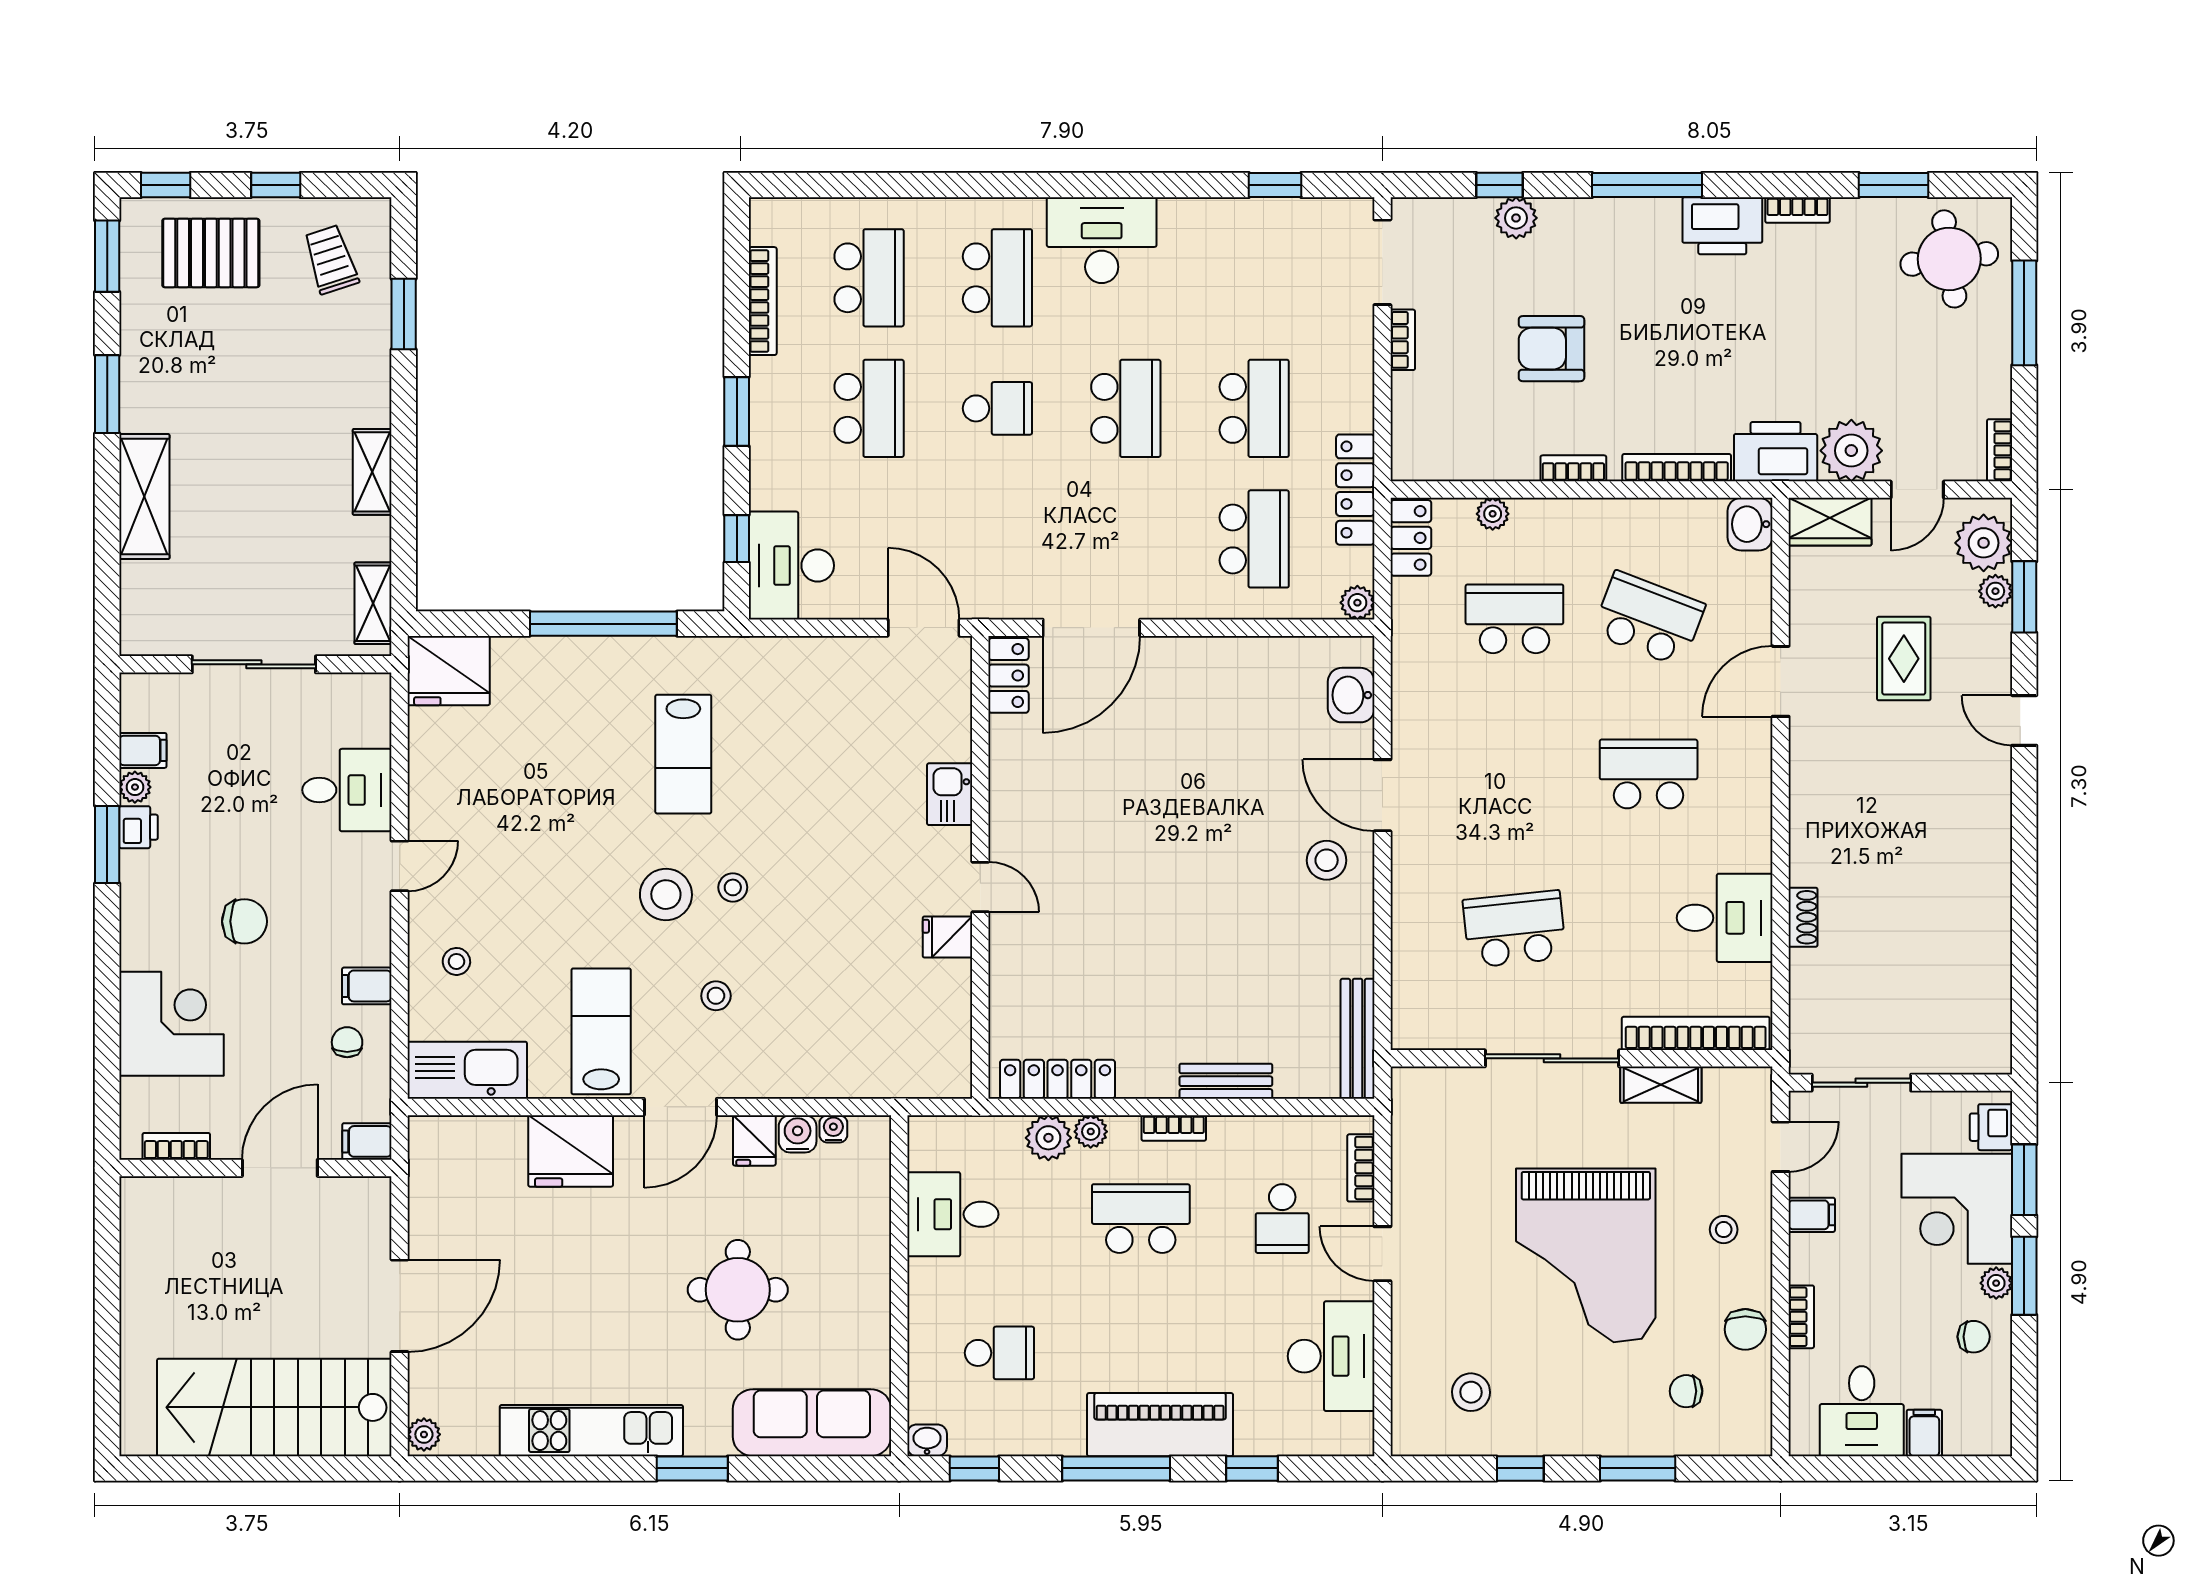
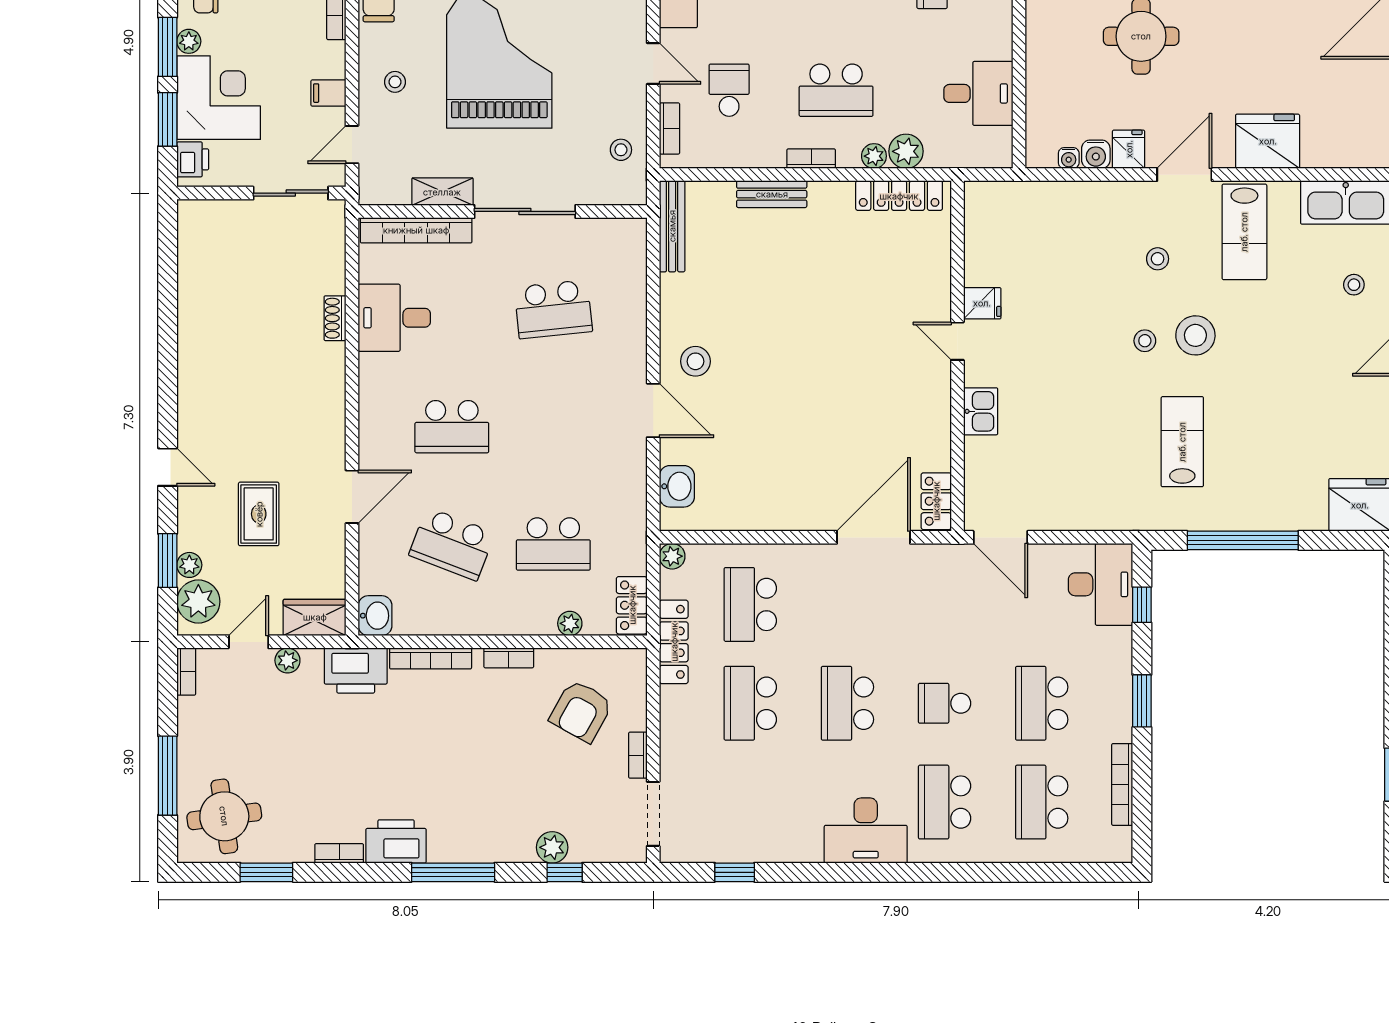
armchair: (1551, 349) -> (581, 711), moved, turned 119
plant: (1851, 451) -> (287, 660), width x0.53, depth x0.53
stool: (1425, 1140) -> (621, 150), added

